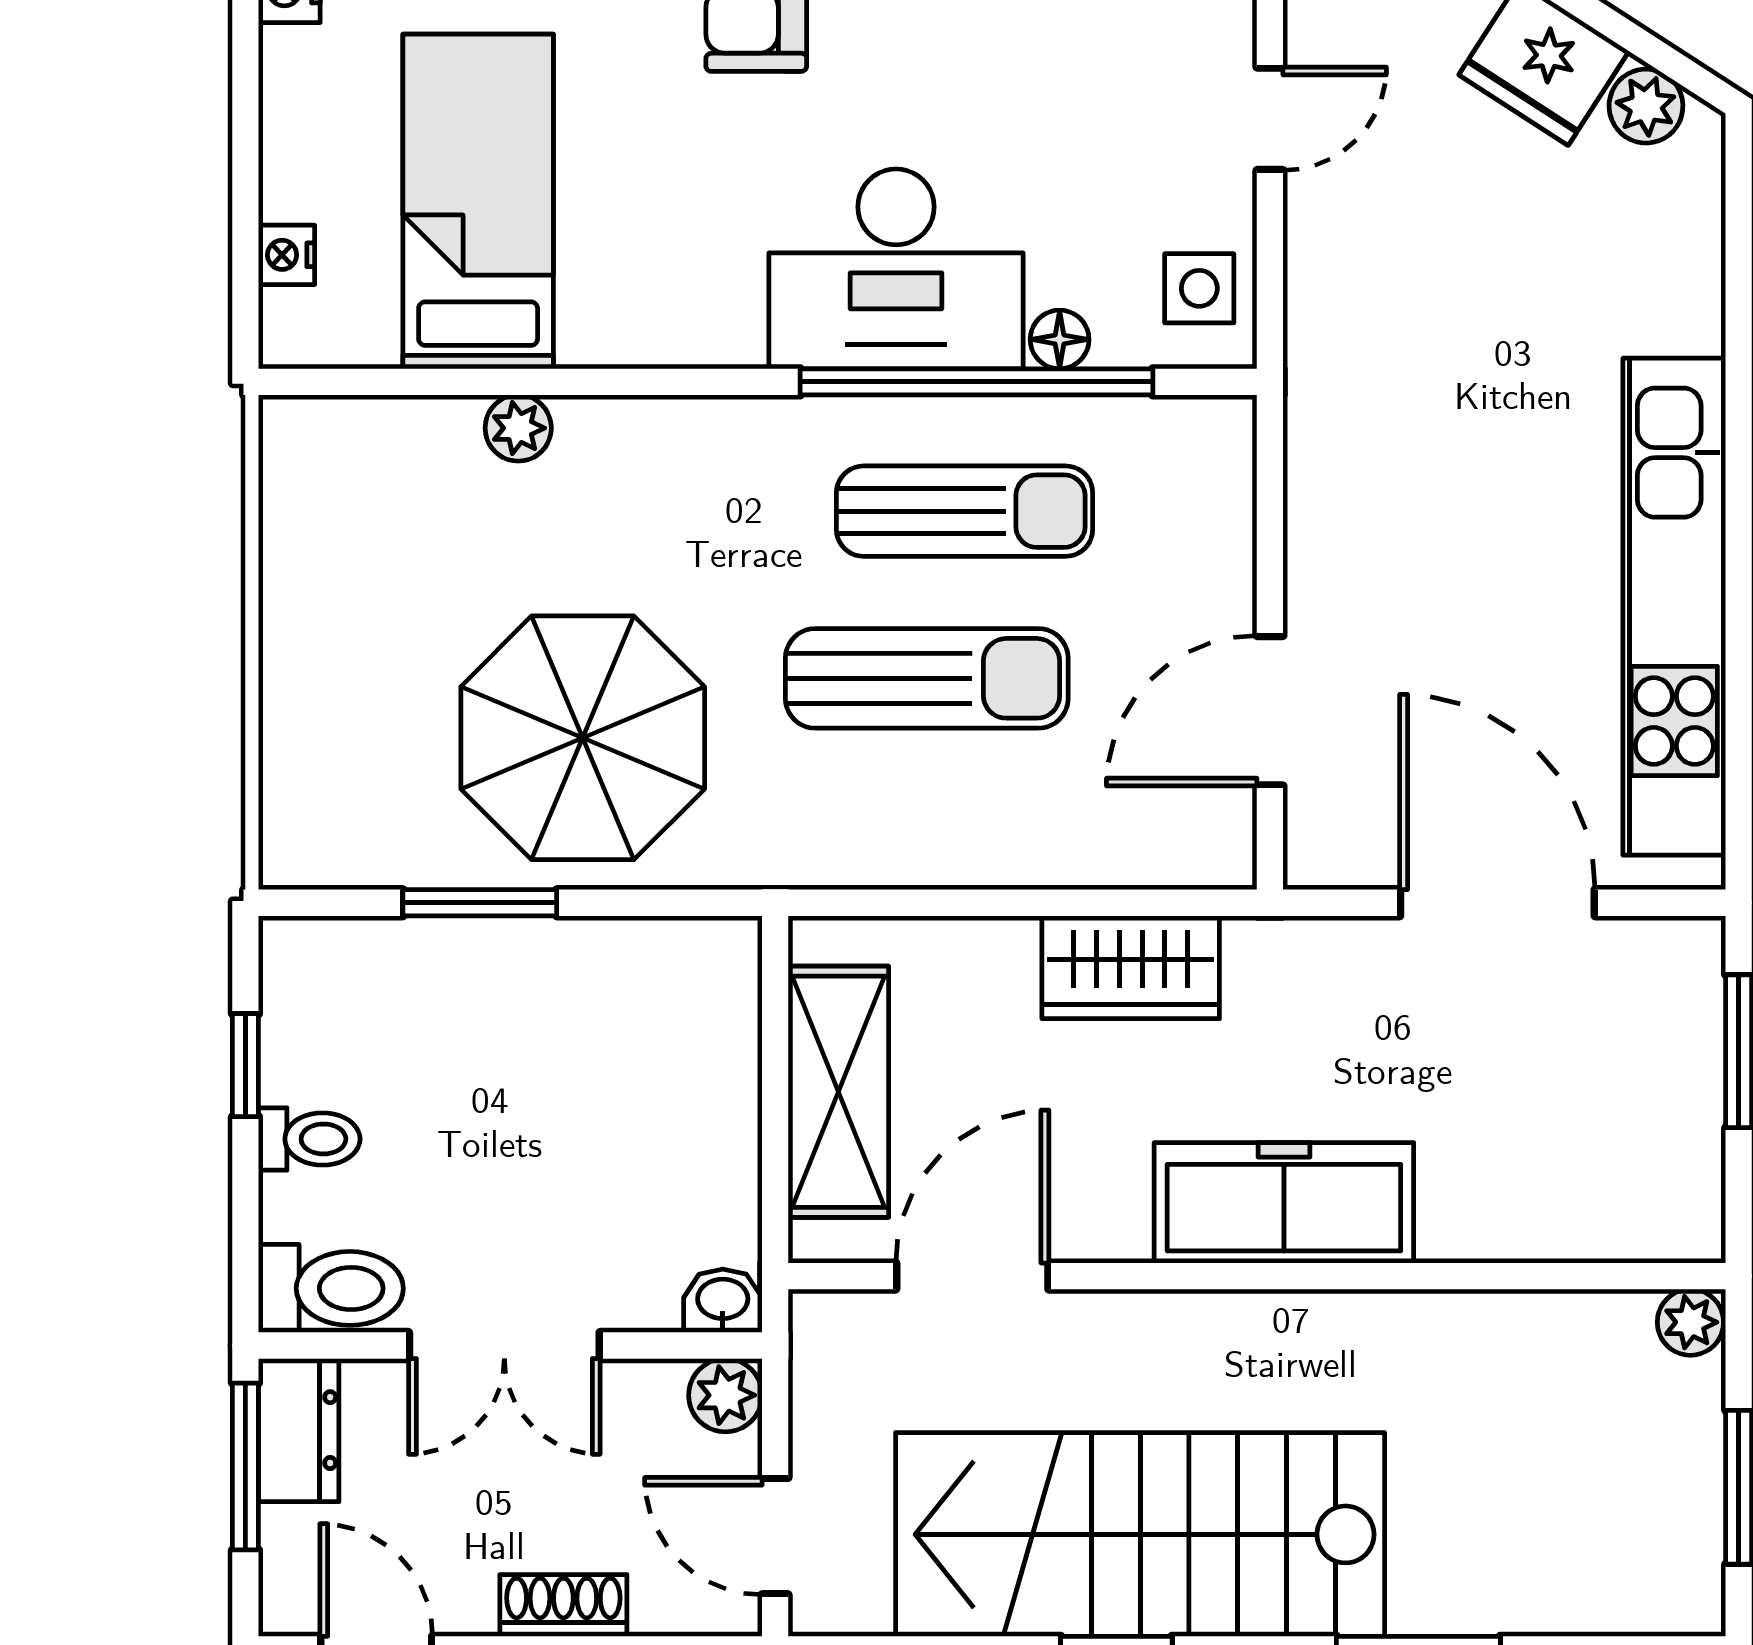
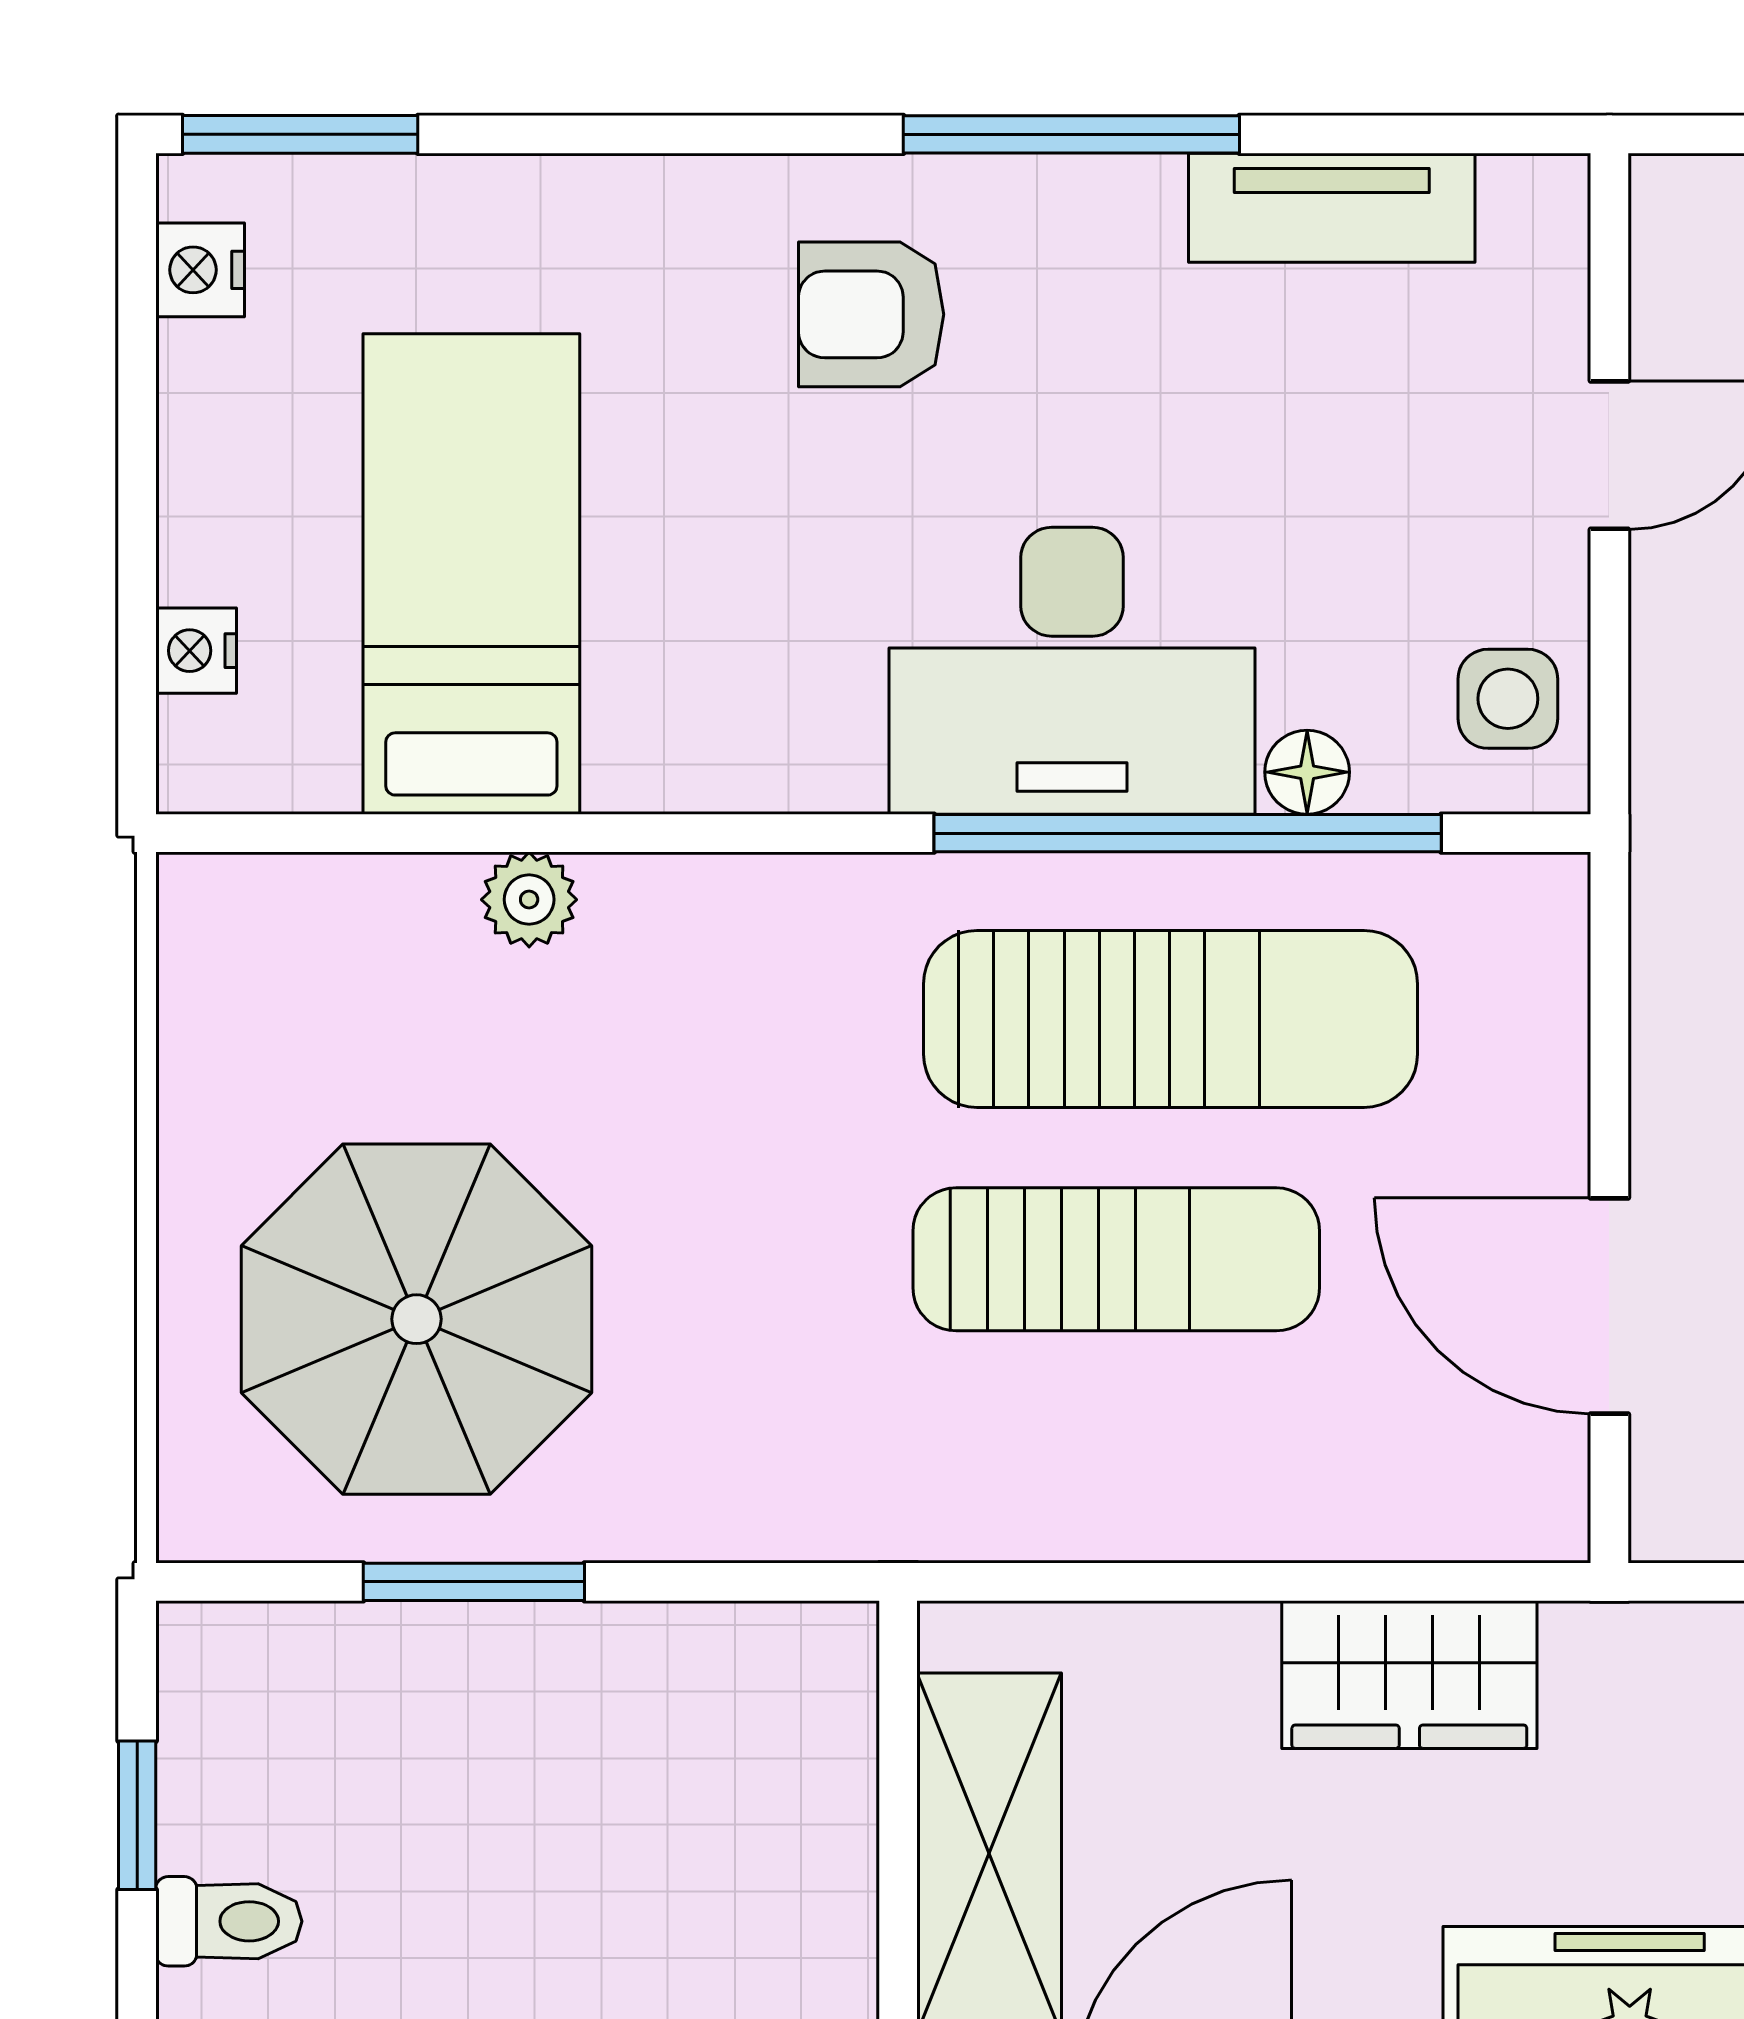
sun lounger: (965, 511) -> (1171, 1019), width x1.36, depth x1.34
door: (1270, 711) -> (1609, 1306), hinge flipped
parasol: (583, 738) -> (417, 1319), moved

